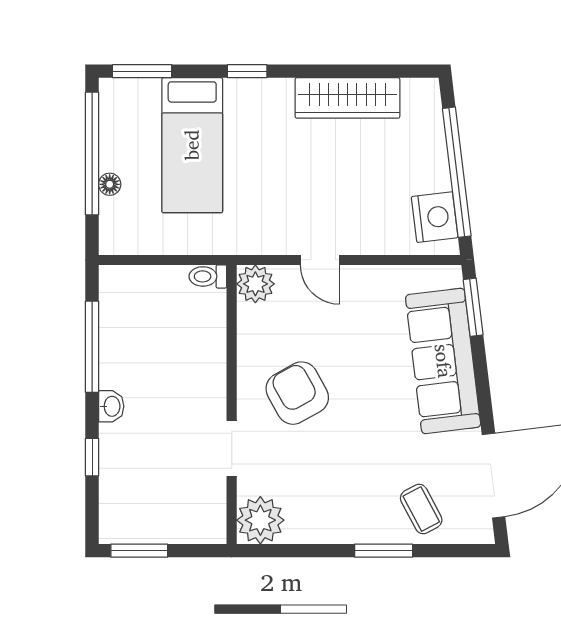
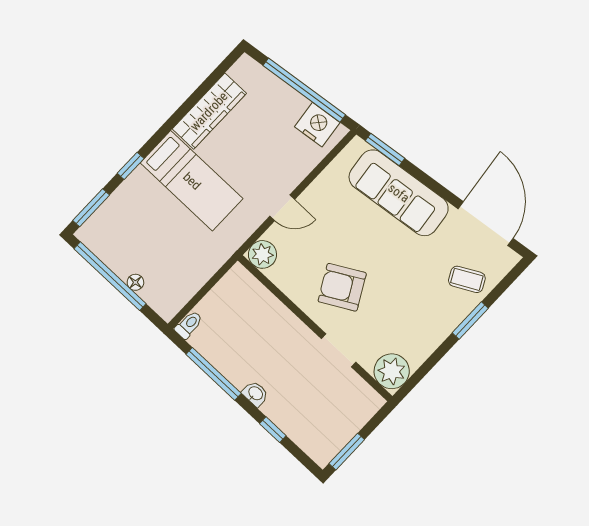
window: (247, 71) -> (131, 166), moved
bed: (192, 145) -> (192, 181), moved
toilet: (208, 276) -> (189, 325), moved, turned 180

